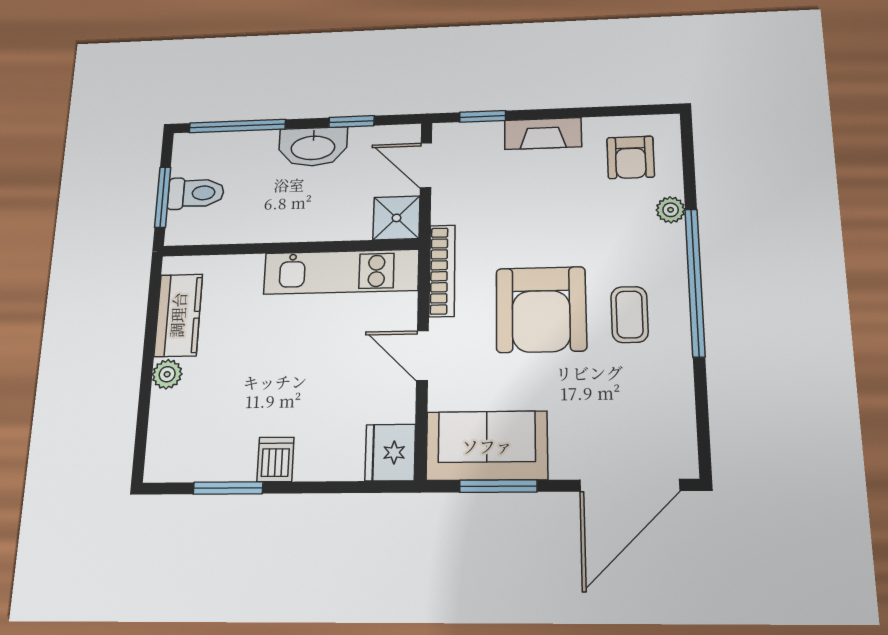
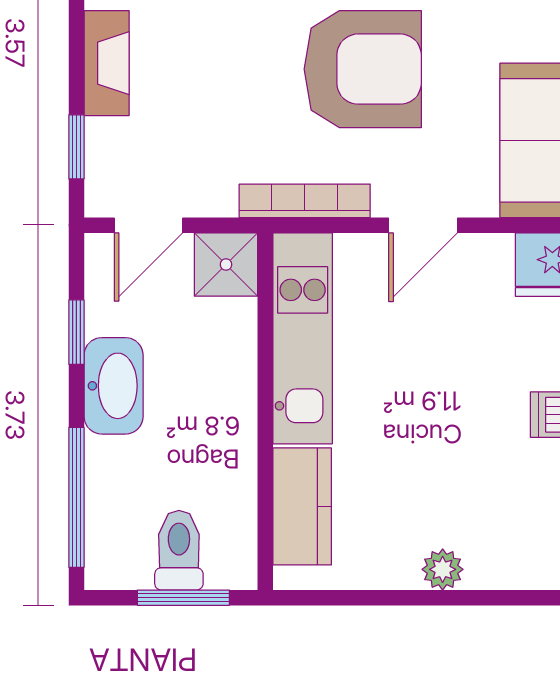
kitchen counter: (178, 315) -> (302, 506), moved, turned 90

